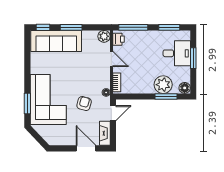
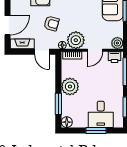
plant: (101, 79) -> (76, 40), added
plant: (163, 85) -> (70, 87), moved

